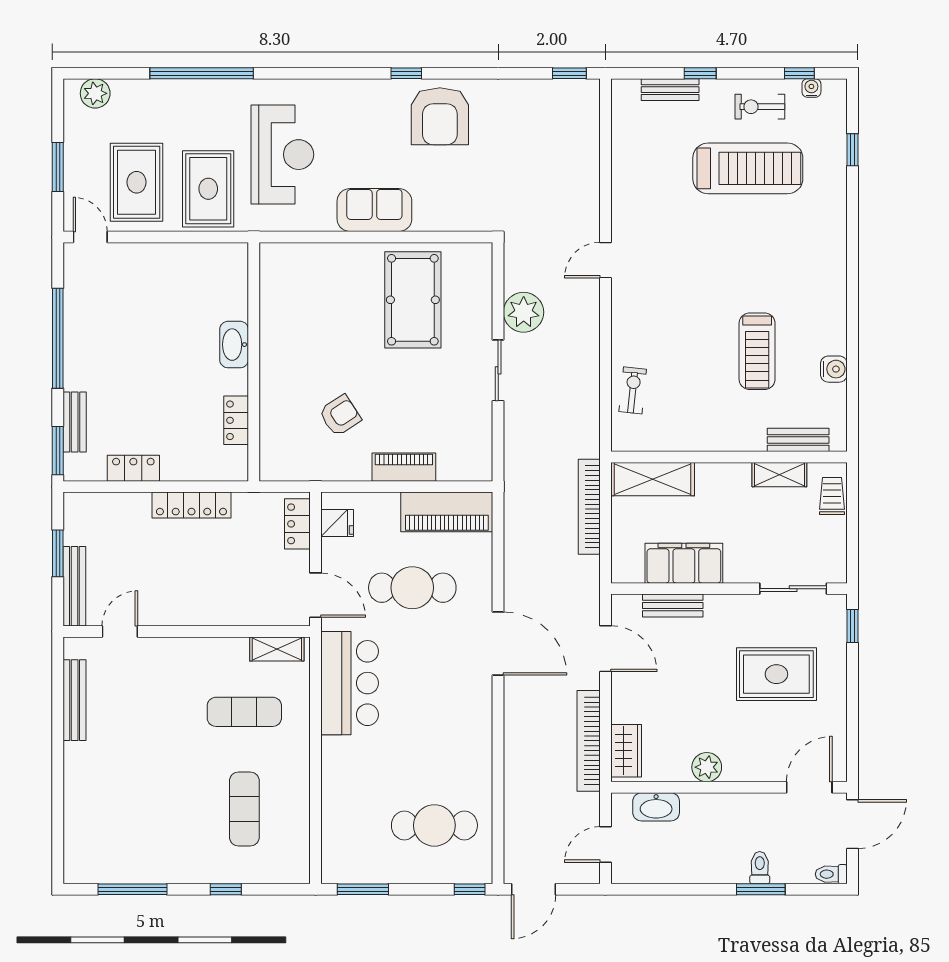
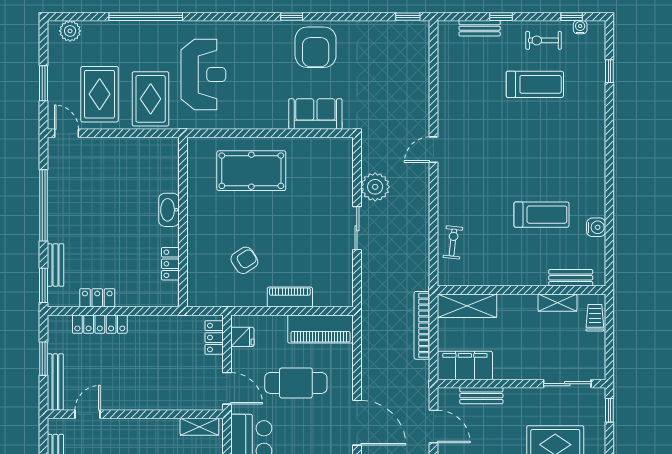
treadmill: (748, 168) -> (535, 84), width x0.73, depth x0.73
sofa: (374, 210) -> (315, 114), moved
pool table: (413, 300) -> (251, 171), moved, turned 90
treadmill: (757, 351) -> (541, 215), turned -90
locker: (191, 505) -> (100, 324), moved
filing cabinet: (684, 563) -> (465, 366), moved

